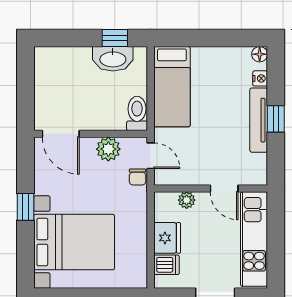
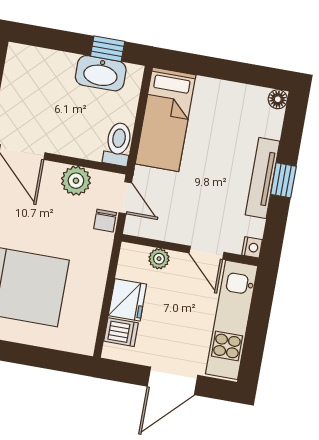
nightstand: (260, 78) -> (252, 247), moved

